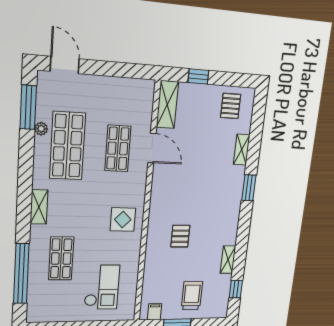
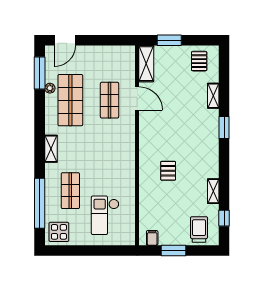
door: (65, 65) -> (65, 40), swing flipped
window: (198, 76) -> (169, 40), width x1.50
display table: (123, 220) -> (59, 232), moved
checkout: (102, 287) -> (105, 215), turned 180
trolley: (192, 296) -> (199, 229), moved

